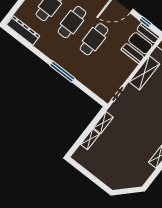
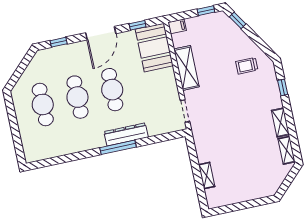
dresser: (23, 30) -> (126, 134), moved
shelving: (103, 123) -> (287, 150), moved

